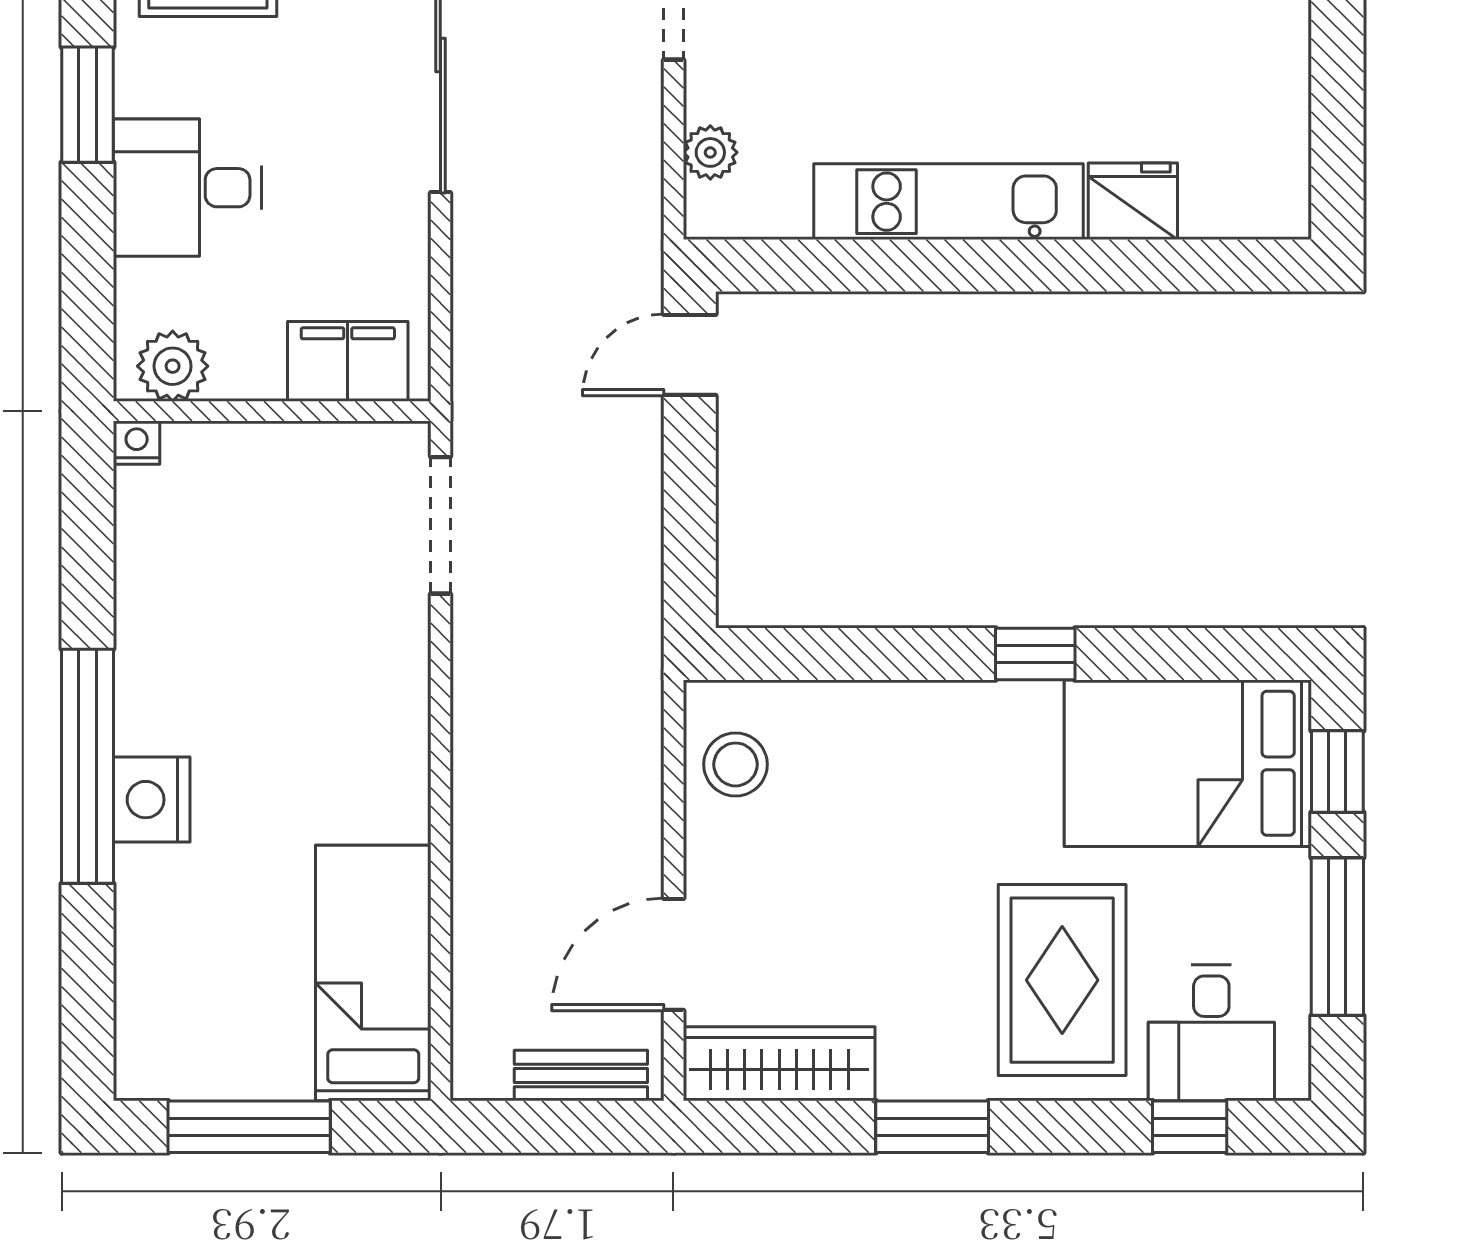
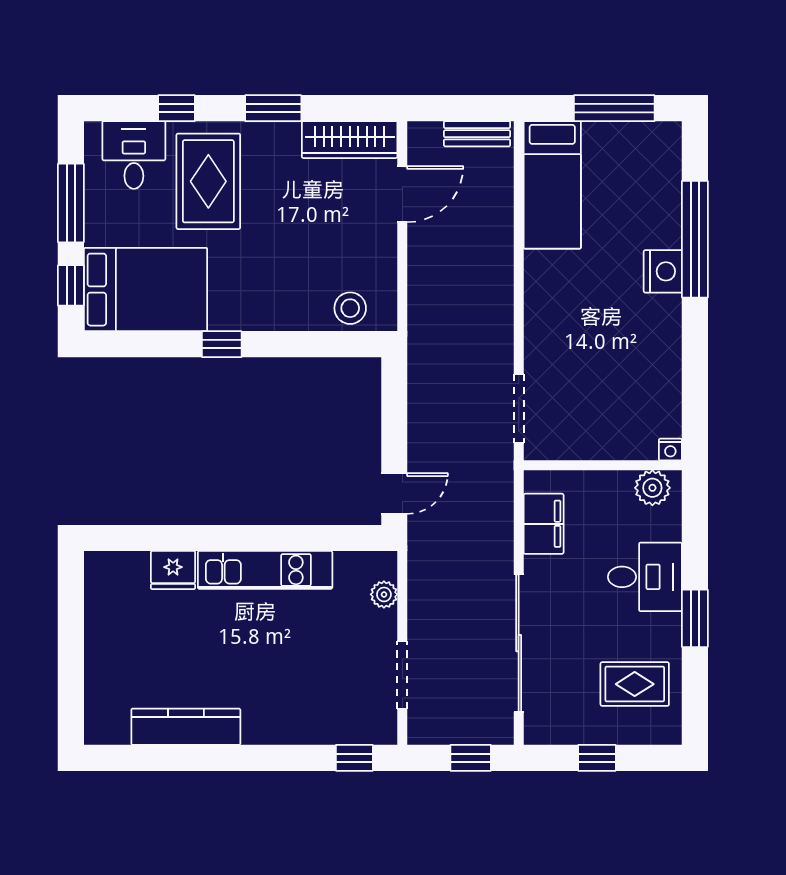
filing cabinet: (348, 361) -> (544, 524), moved, turned -90
stool: (735, 764) -> (350, 308), moved
window: (88, 766) -> (695, 239), moved
bench: (581, 1075) -> (477, 134), moved
window: (1190, 1127) -> (177, 108), moved

